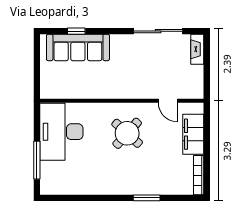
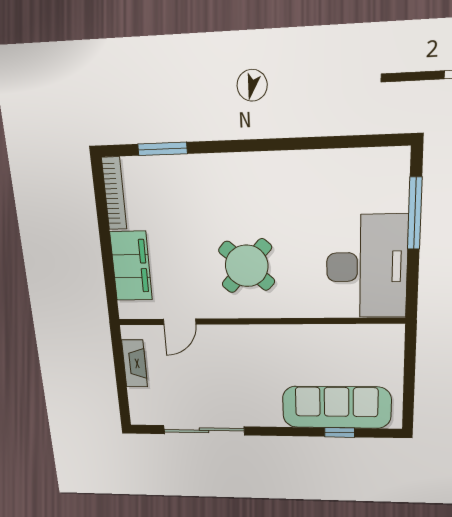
fireplace: (197, 49) -> (135, 363), moved
door: (168, 101) -> (180, 322), swing flipped
window: (147, 198) -> (163, 149), moved

